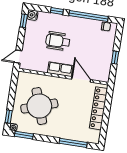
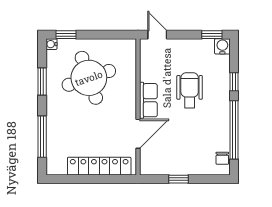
window: (24, 135) -> (42, 81), moved

